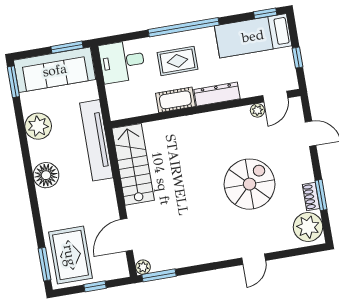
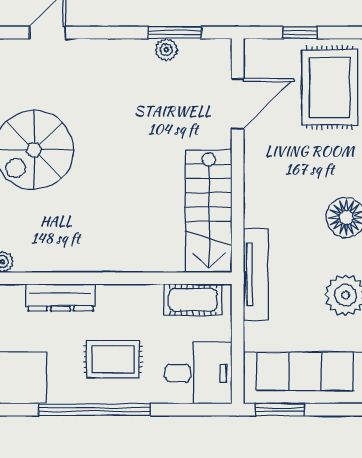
cot: (175, 100) -> (193, 300), moved
tv unit: (96, 140) -> (256, 274), width x0.73, depth x0.78
plant: (143, 267) -> (166, 50), moved
window: (159, 275) -> (175, 33), moved

